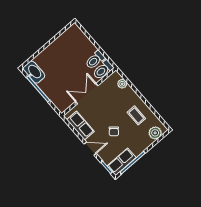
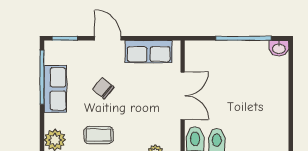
washbasin: (34, 72) -> (279, 48), width x0.52, depth x0.69
door: (90, 149) -> (108, 38), swing flipped
row of seats: (122, 162) -> (55, 89), moved

